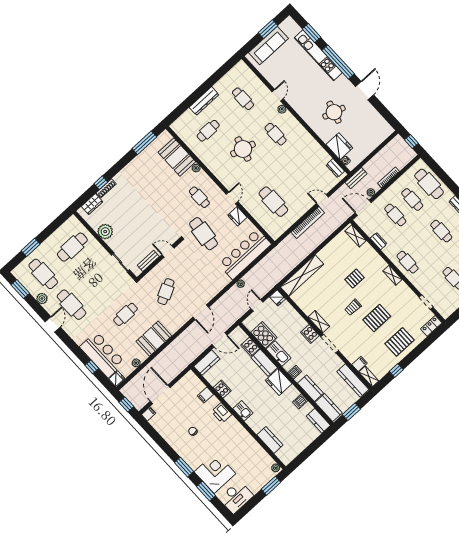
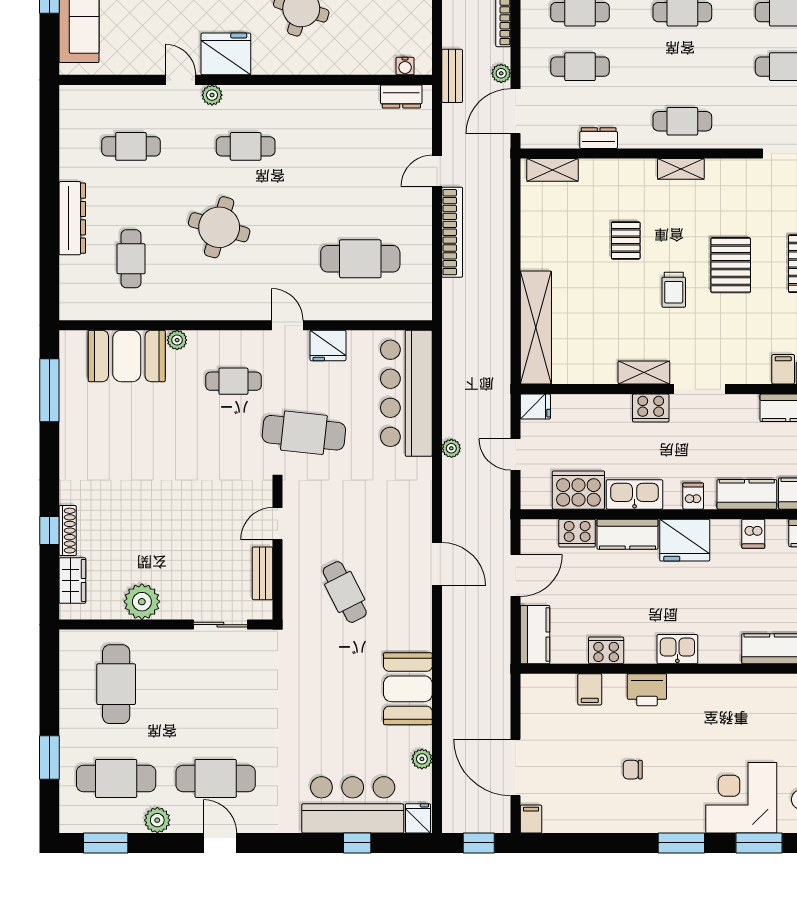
fridge: (339, 146) -> (226, 54), moved
cafe table: (125, 314) -> (320, 700), removed

